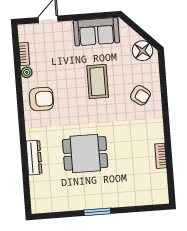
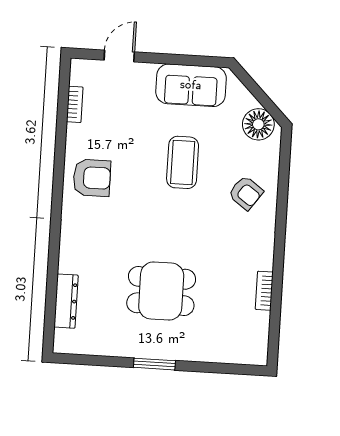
plant: (27, 72) -> (75, 133), removed
dining table: (85, 153) -> (161, 291), moved
dresser: (34, 158) -> (66, 301), moved

